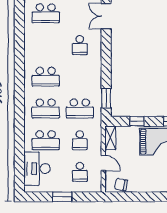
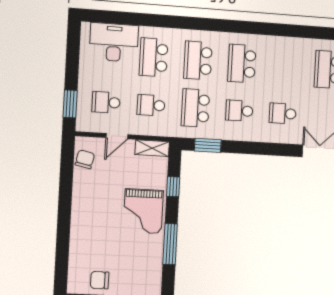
school desk: (80, 77) -> (239, 111), added
window: (62, 197) -> (70, 104), moved

